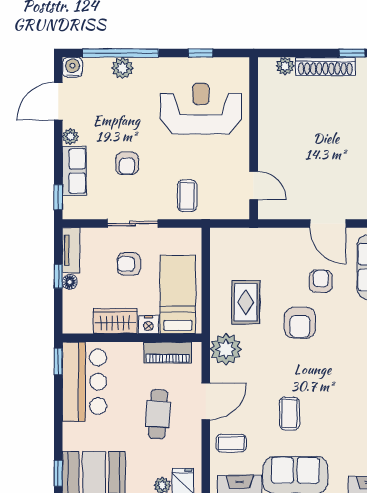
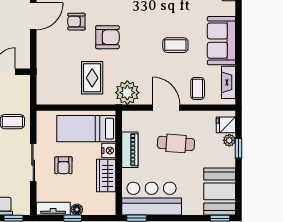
rug: (246, 302) -> (92, 78), turned 90
piano: (168, 353) -> (130, 150), moved

